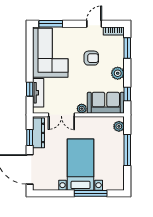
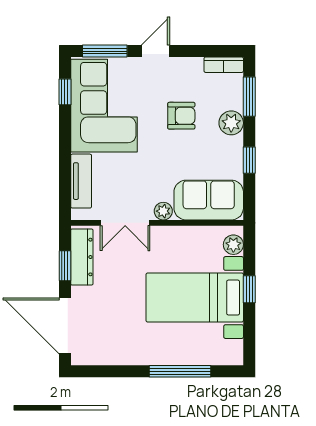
door: (94, 24) -> (155, 51), moved
plant: (118, 73) -> (231, 123), moved
window: (30, 89) -> (65, 92), moved
window: (127, 94) -> (249, 160), moved
window: (127, 150) -> (249, 289), width x0.46
bed with nightstands: (81, 165) -> (195, 298), moved, turned -90

